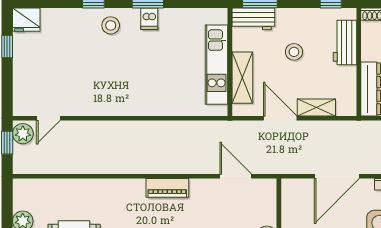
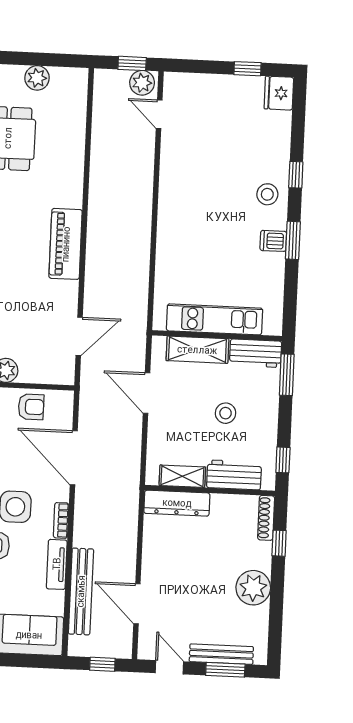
workbench: (253, 19) -> (256, 353), moved, turned -90
shelving: (316, 108) -> (182, 476), moved, turned 90
door: (280, 118) -> (147, 393), swing flipped
piano: (167, 188) -> (66, 244), width x1.37, depth x1.33
armchair: (296, 214) -> (31, 407), added

